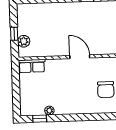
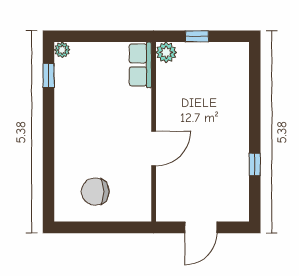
plant: (24, 41) -> (166, 52), moved
plant: (49, 111) -> (62, 50), moved

